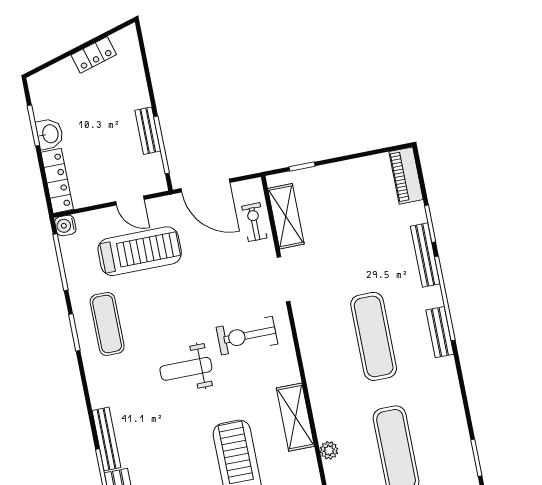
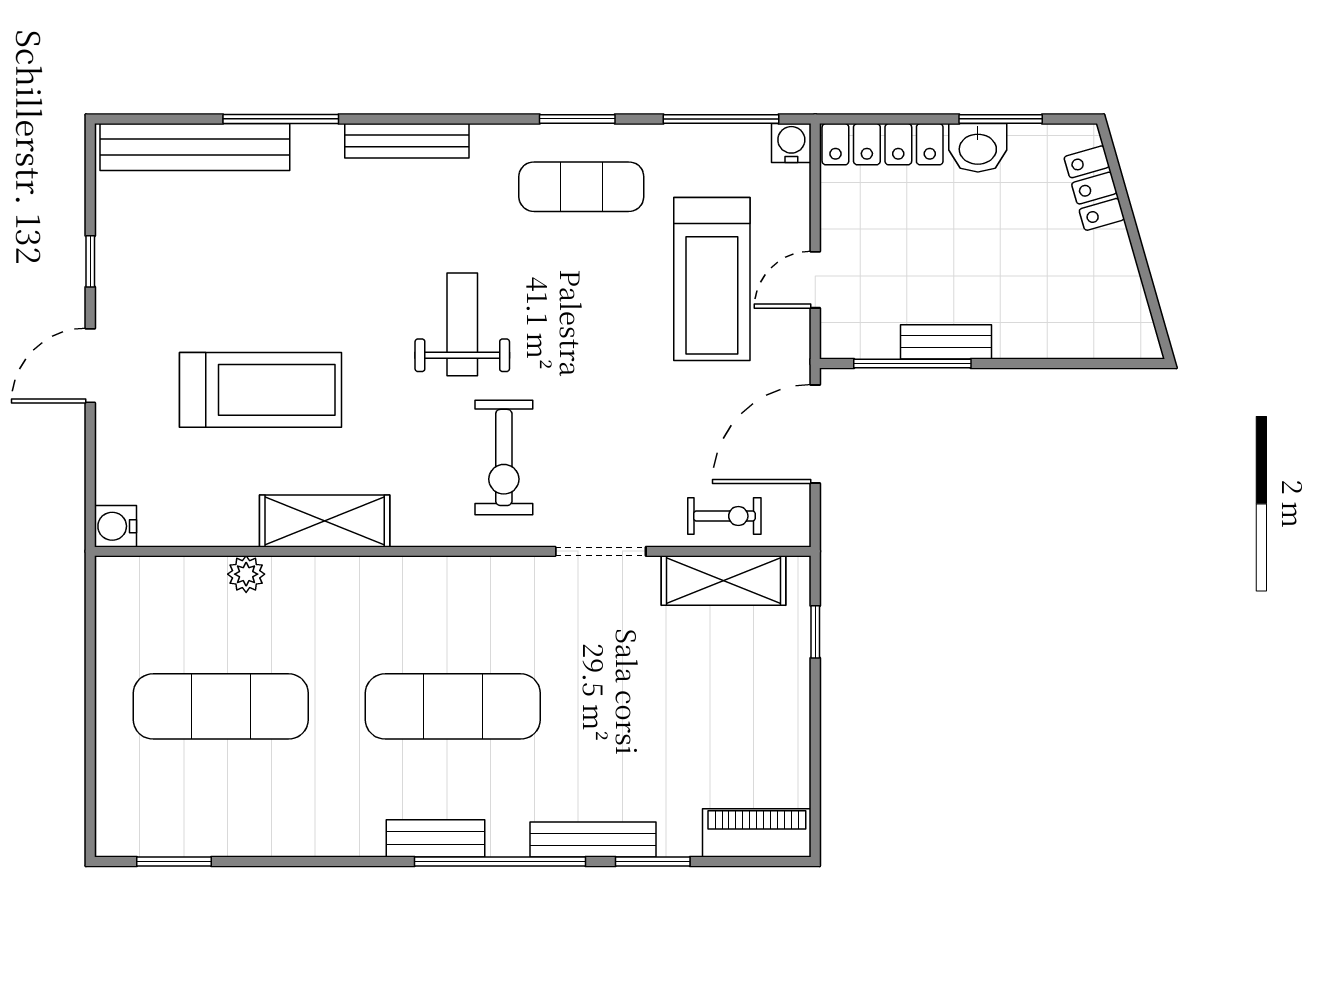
locker: (94, 55) -> (1094, 188), moved
exercise bike: (247, 336) -> (504, 457), turned 180
bench: (107, 439) -> (407, 141), moved

